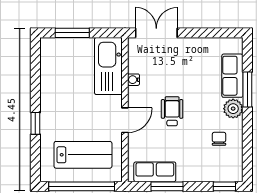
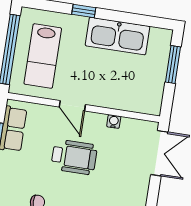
kitchen sink: (108, 66) -> (118, 36), moved, turned 180
wheelchair: (172, 111) -> (74, 157), width x1.36, depth x1.37

